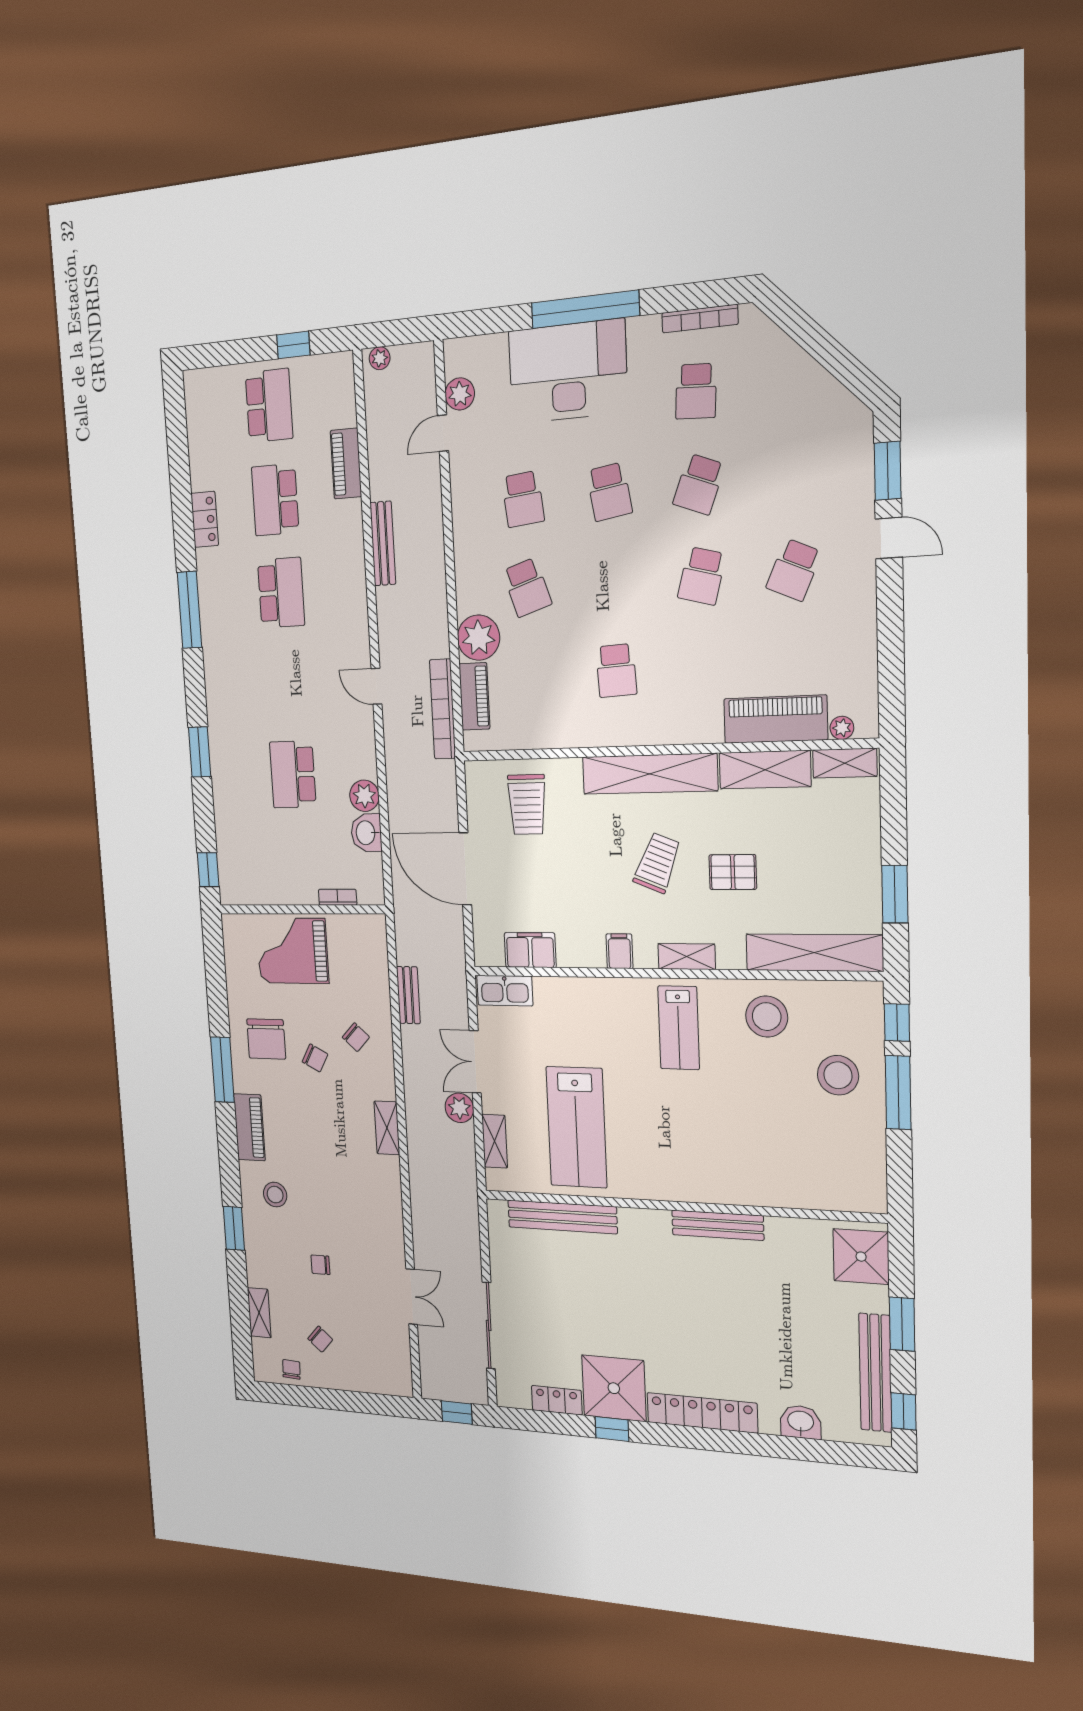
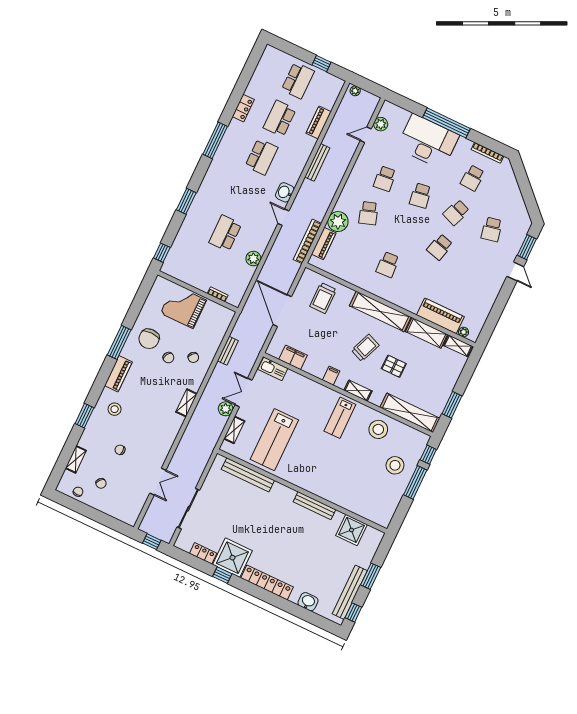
school desk: (794, 570) -> (492, 229), moved, turned -36
washbasin: (366, 833) -> (285, 192), moved
shower: (861, 1257) -> (351, 530), moved

